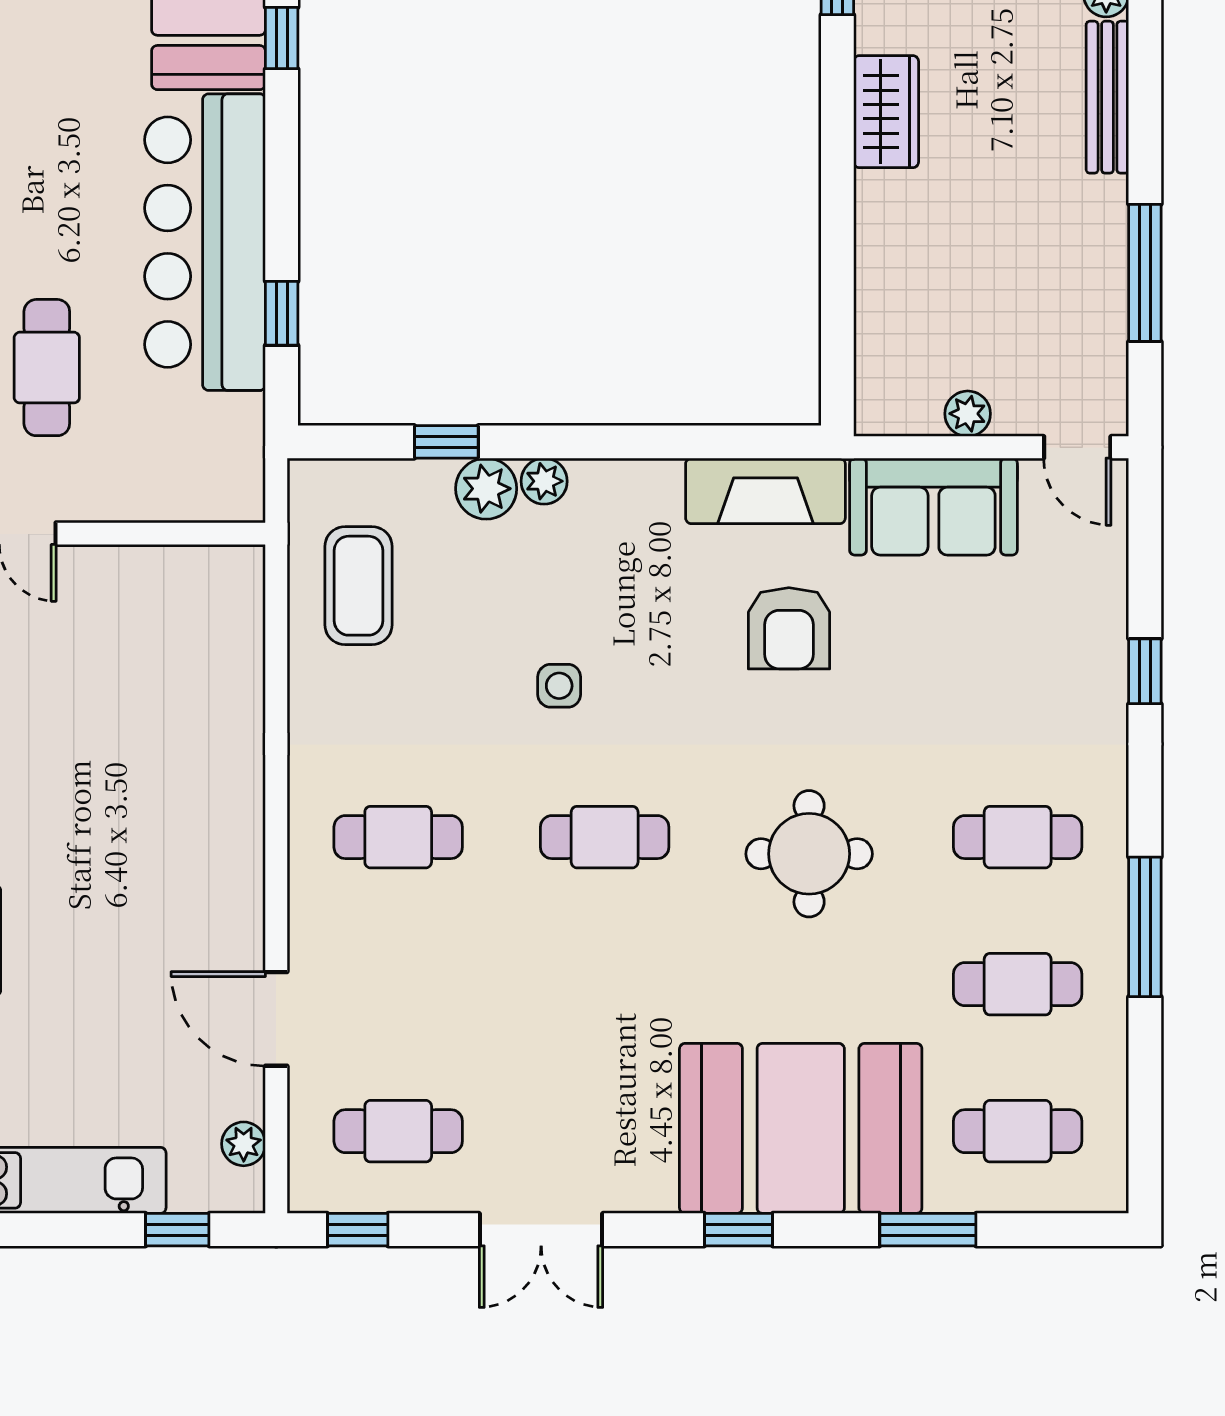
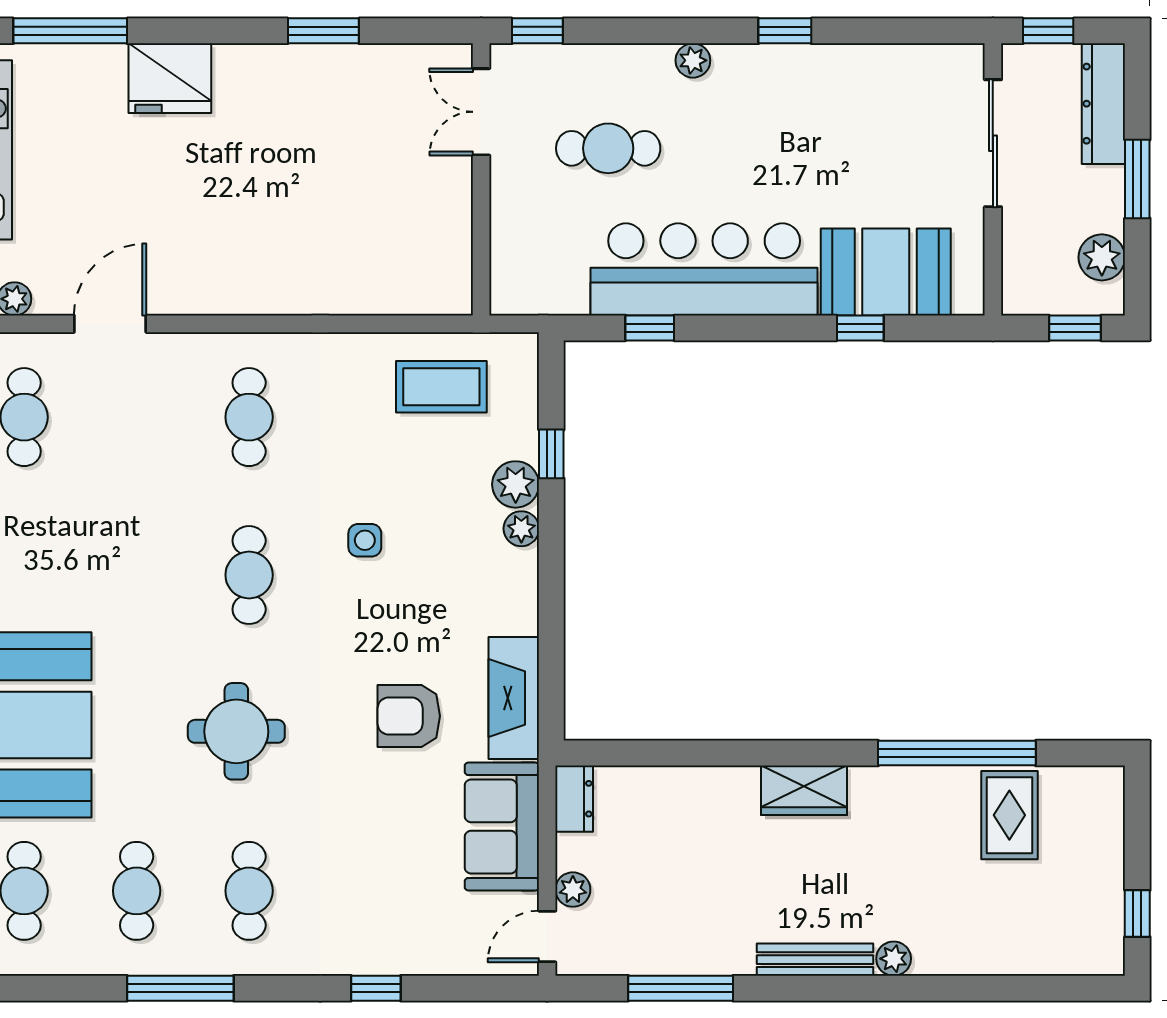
dresser: (897, 412) -> (574, 799), added
plant: (968, 414) -> (573, 890), moved

